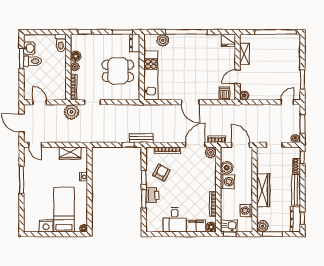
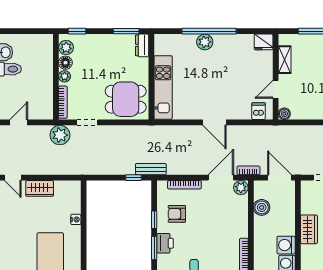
plant: (163, 40) -> (205, 42), moved
toilet: (61, 43) -> (46, 46), removed
plant: (76, 45) -> (66, 48), added
dining table: (118, 71) -> (126, 99), moved
door: (40, 102) -> (19, 122), hinge flipped
wardrobe: (70, 153) -> (40, 188), moved
armchair: (161, 173) -> (177, 214), turned -118
washing machine: (227, 182) -> (286, 245), moved, turned 180
wardrobe: (263, 190) -> (309, 229), width x0.67

